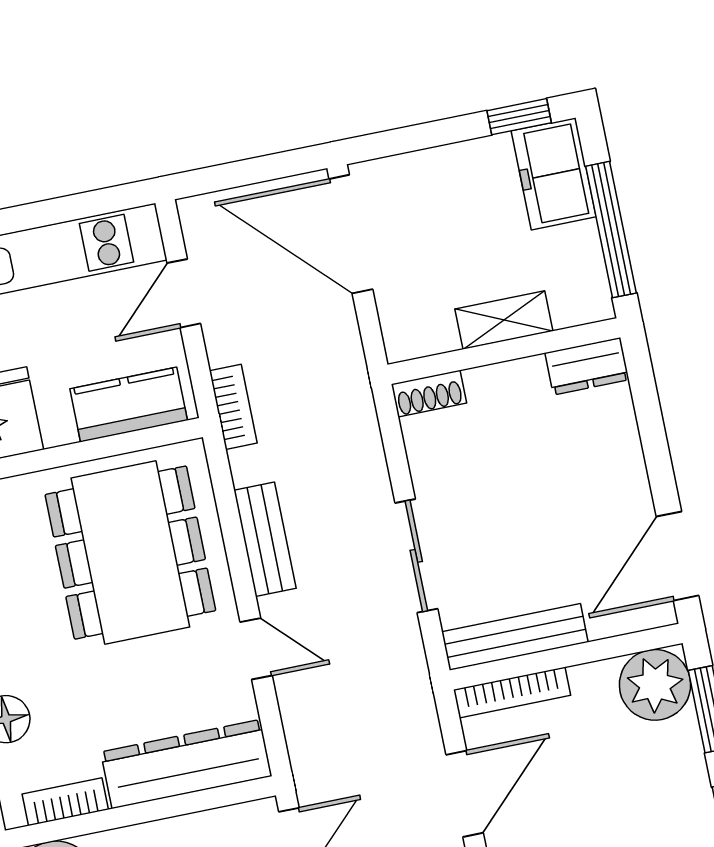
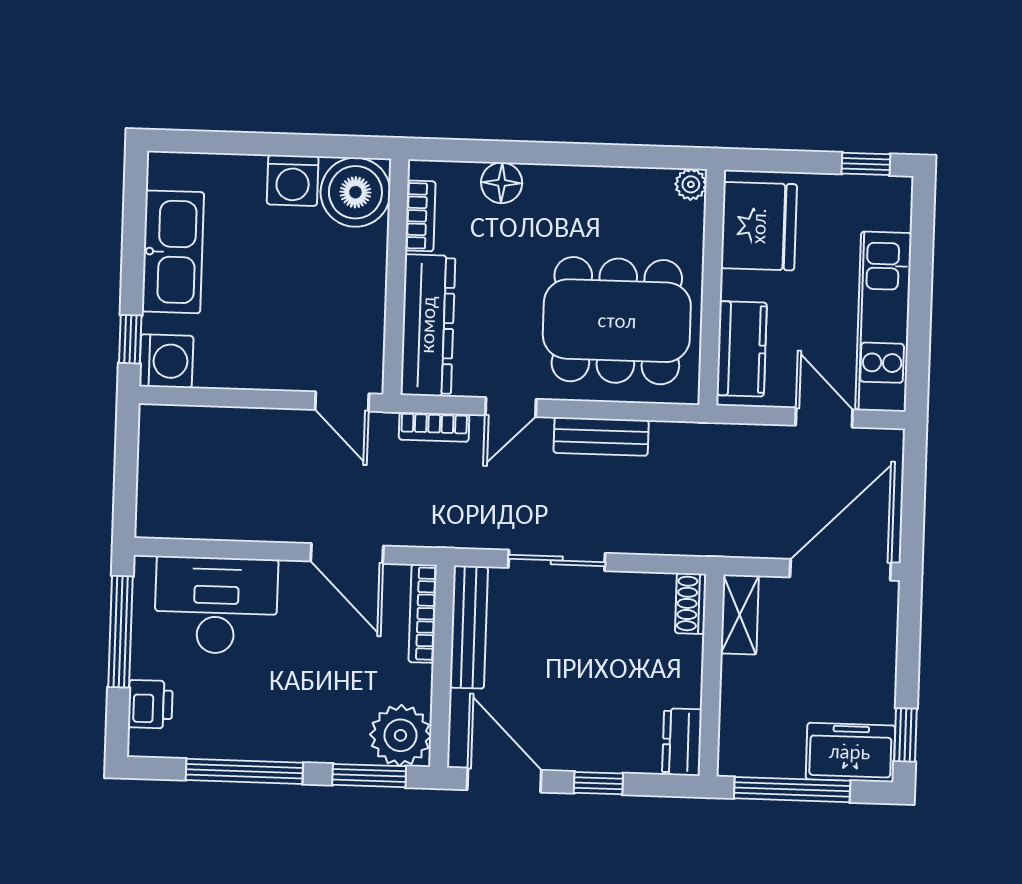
shelving: (504, 320) -> (740, 615), moved
bookcase: (233, 407) -> (434, 427), moved
window: (656, 449) -> (598, 783), added

